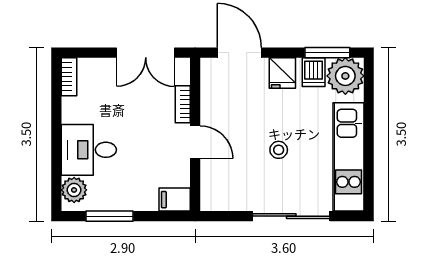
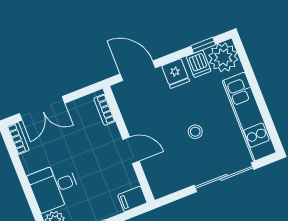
double door: (146, 53) -> (42, 108), moved
window: (327, 53) -> (203, 45), width x0.67
bookcase: (183, 104) -> (104, 110), moved

